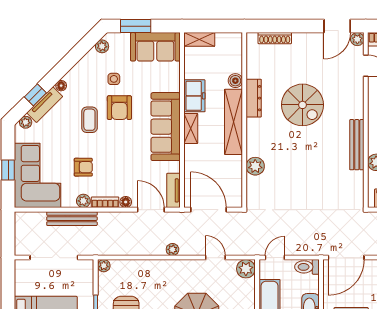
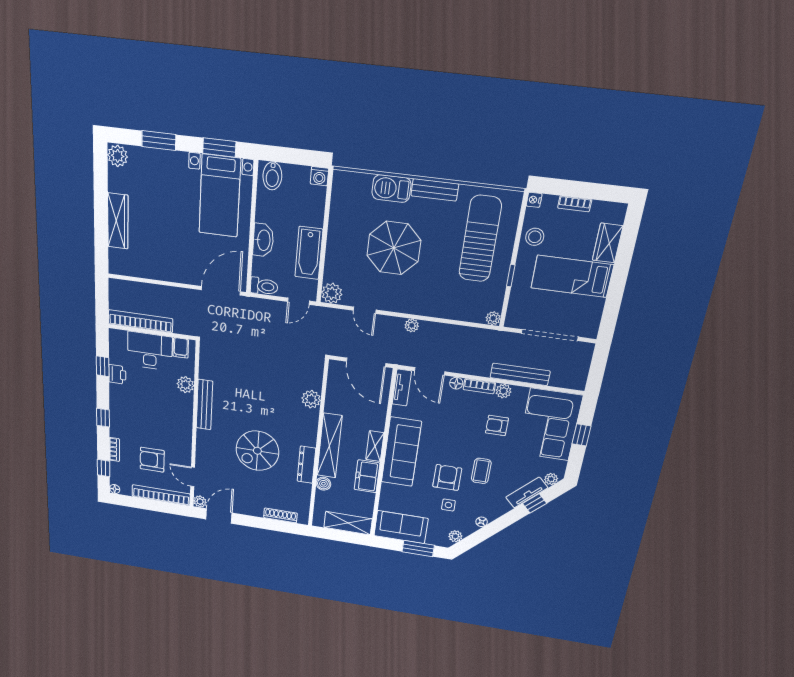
shelving: (199, 39) -> (348, 523), width x1.50, depth x1.33
floor lamp: (61, 86) -> (482, 522), moved
spiral stairs: (302, 105) -> (257, 451), turned -90

